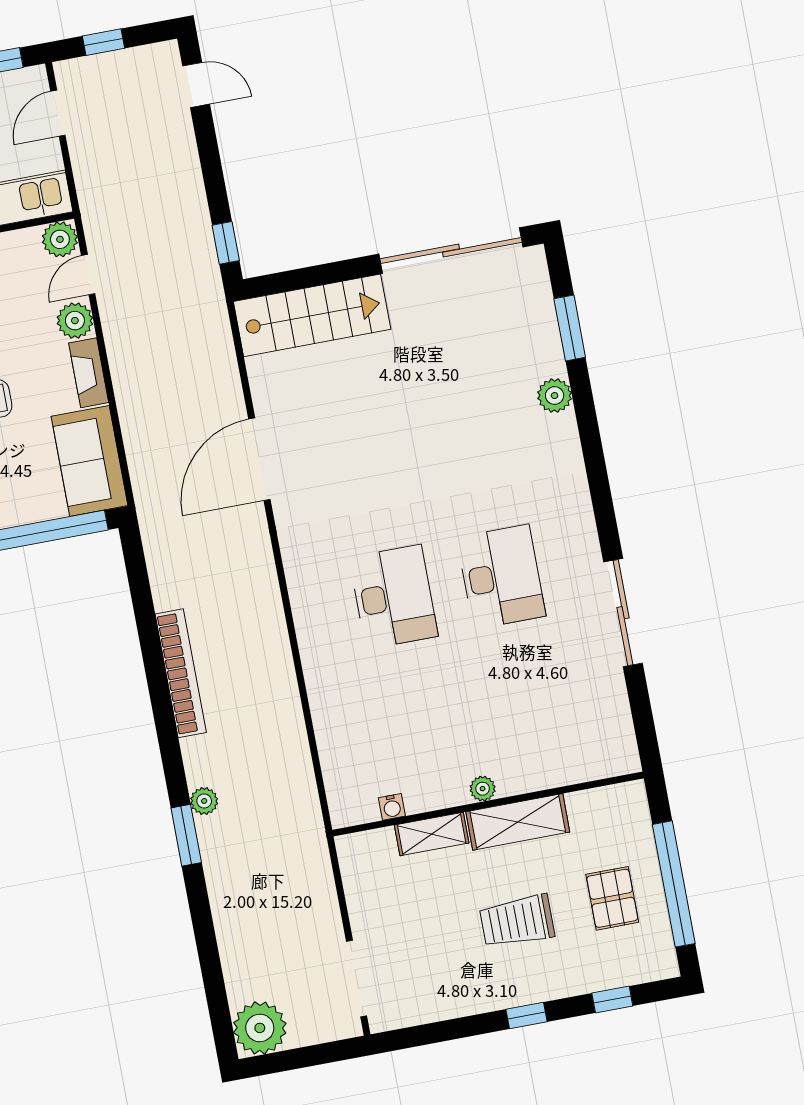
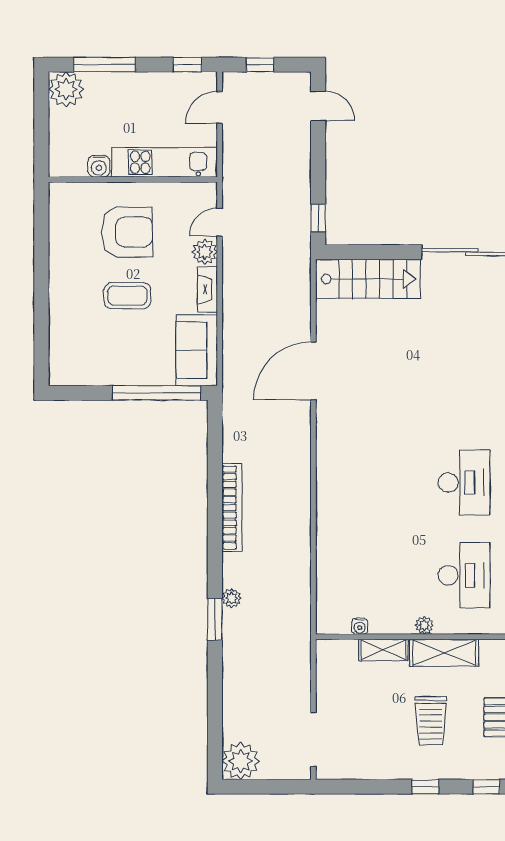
plant: (60, 239) -> (205, 194), removed
desk: (393, 597) -> (464, 575), moved
trolley: (517, 921) -> (431, 721), turned -90

